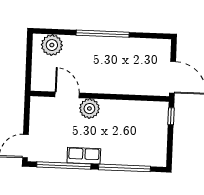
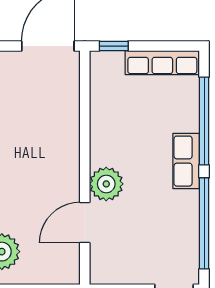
row of seats: (160, 145) -> (162, 63), added
row of seats: (84, 156) -> (186, 161), moved

